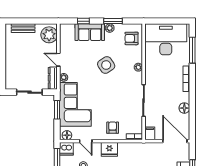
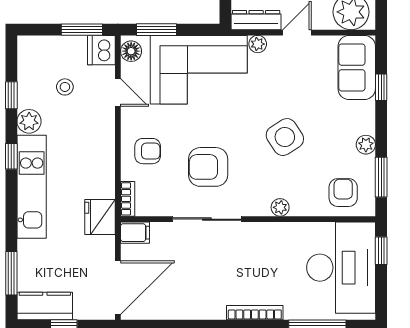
window: (113, 21) -> (381, 177), moved
window: (158, 21) -> (381, 251), added
sofa: (90, 32) -> (357, 67), moved
armchair: (120, 100) -> (208, 167), added
floor lamp: (184, 108) -> (191, 308), removed
window: (57, 110) -> (156, 30), moved
door: (86, 141) -> (118, 92), swing flipped
fridge: (109, 149) -> (100, 217), moved

